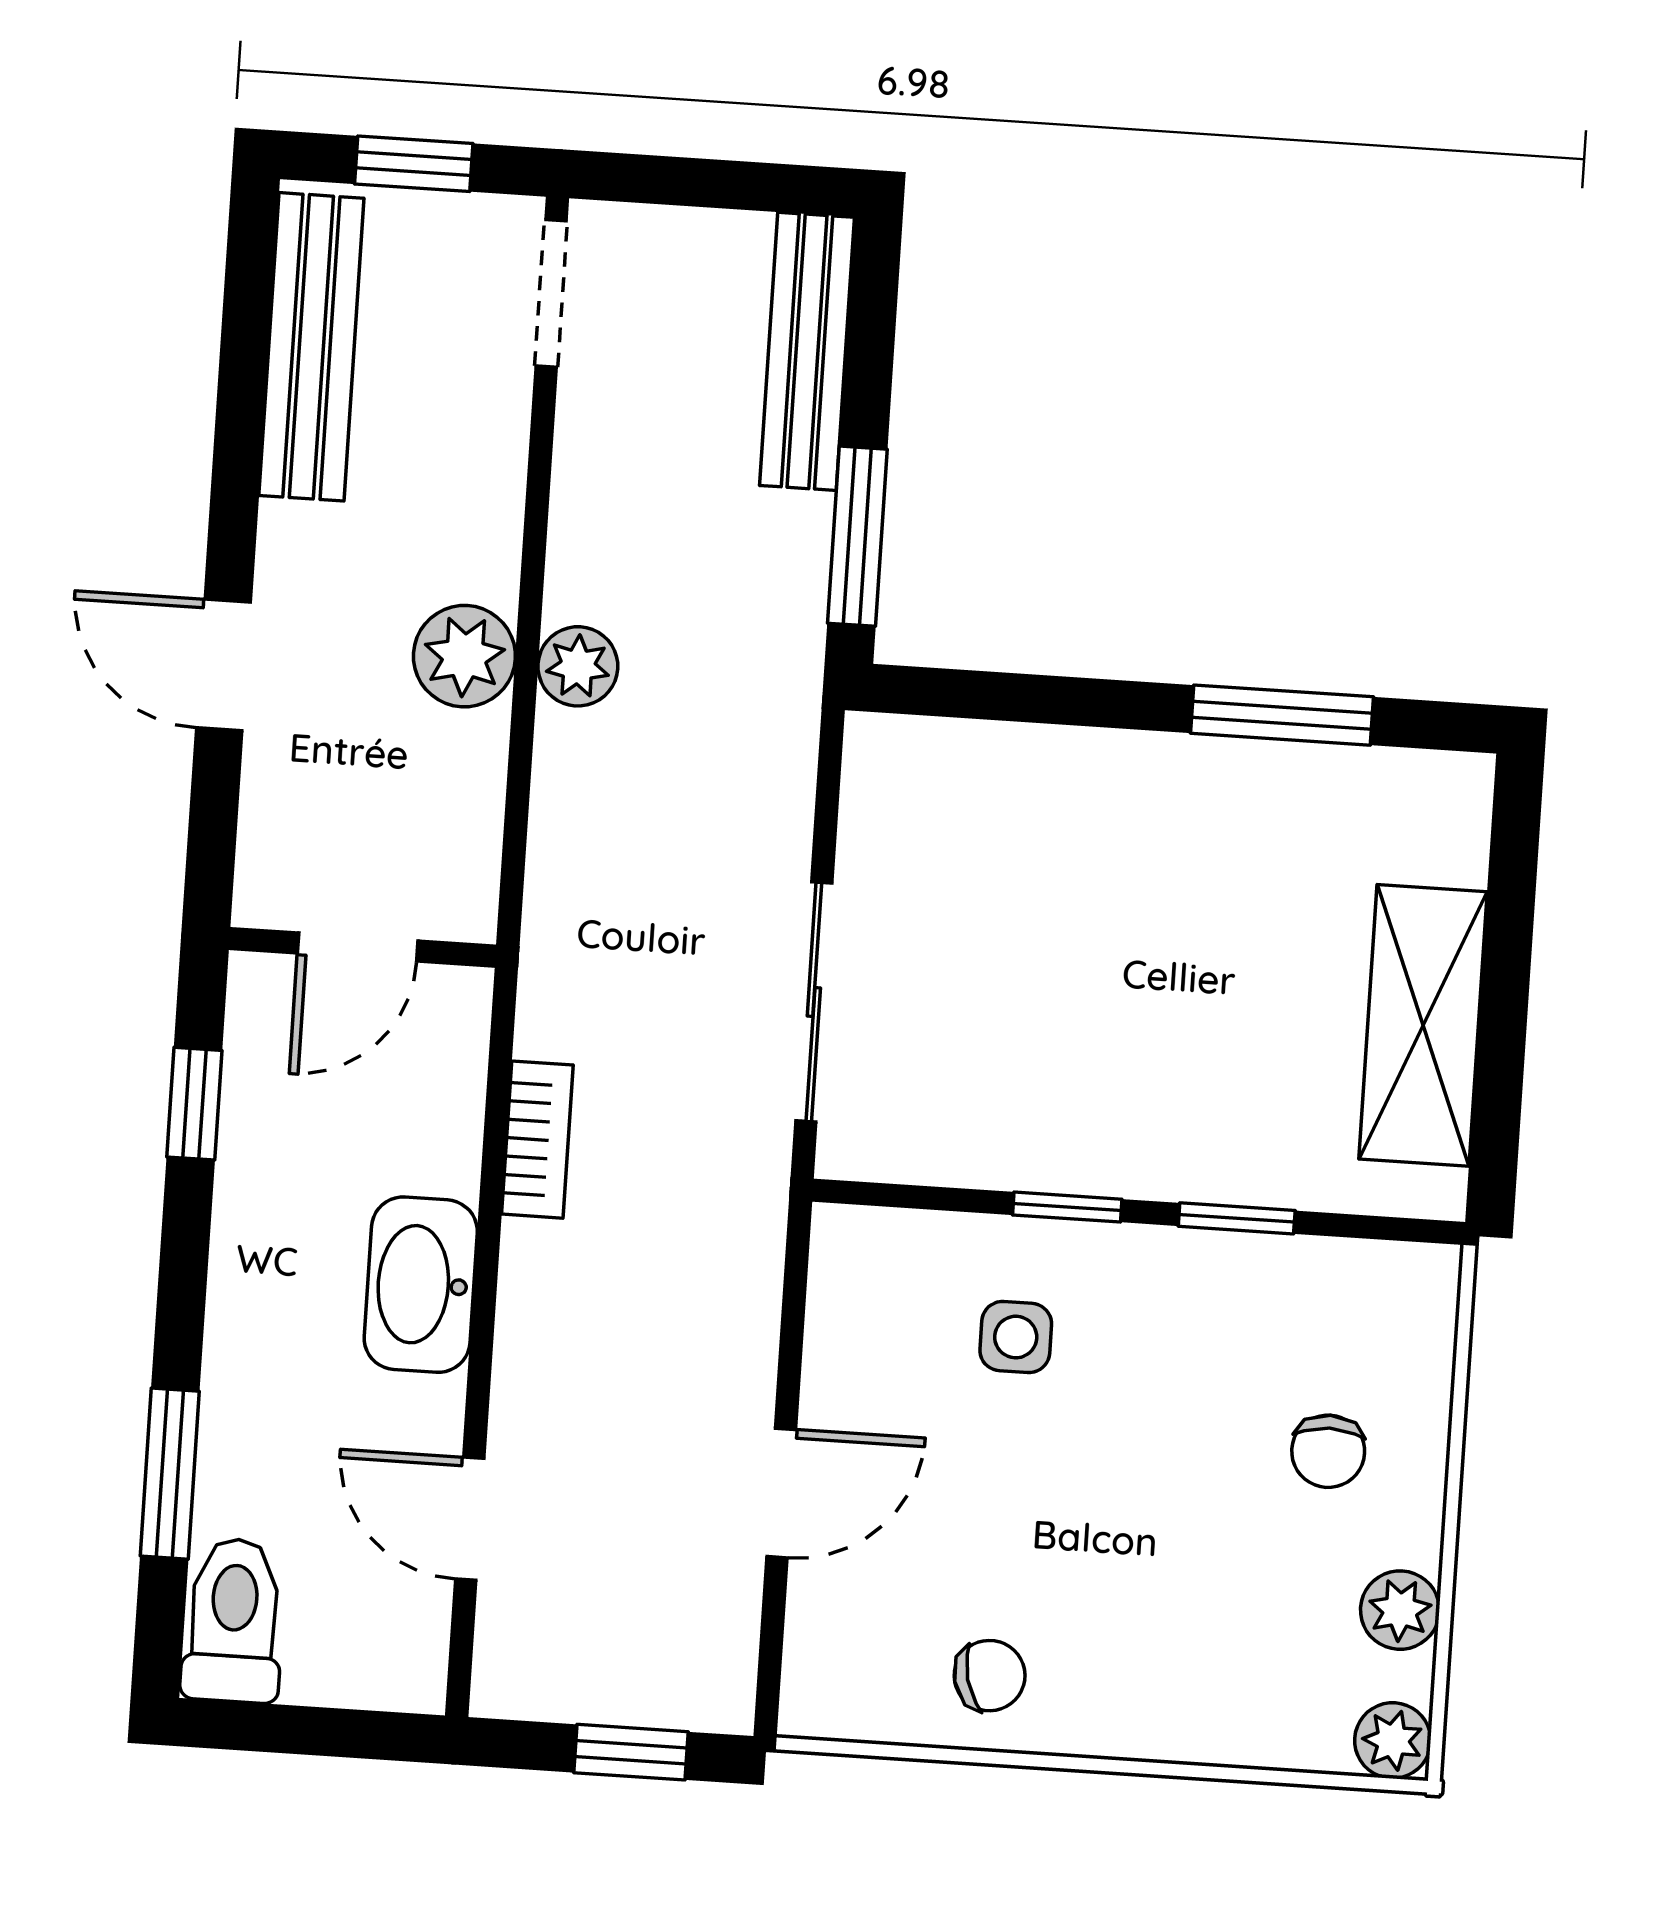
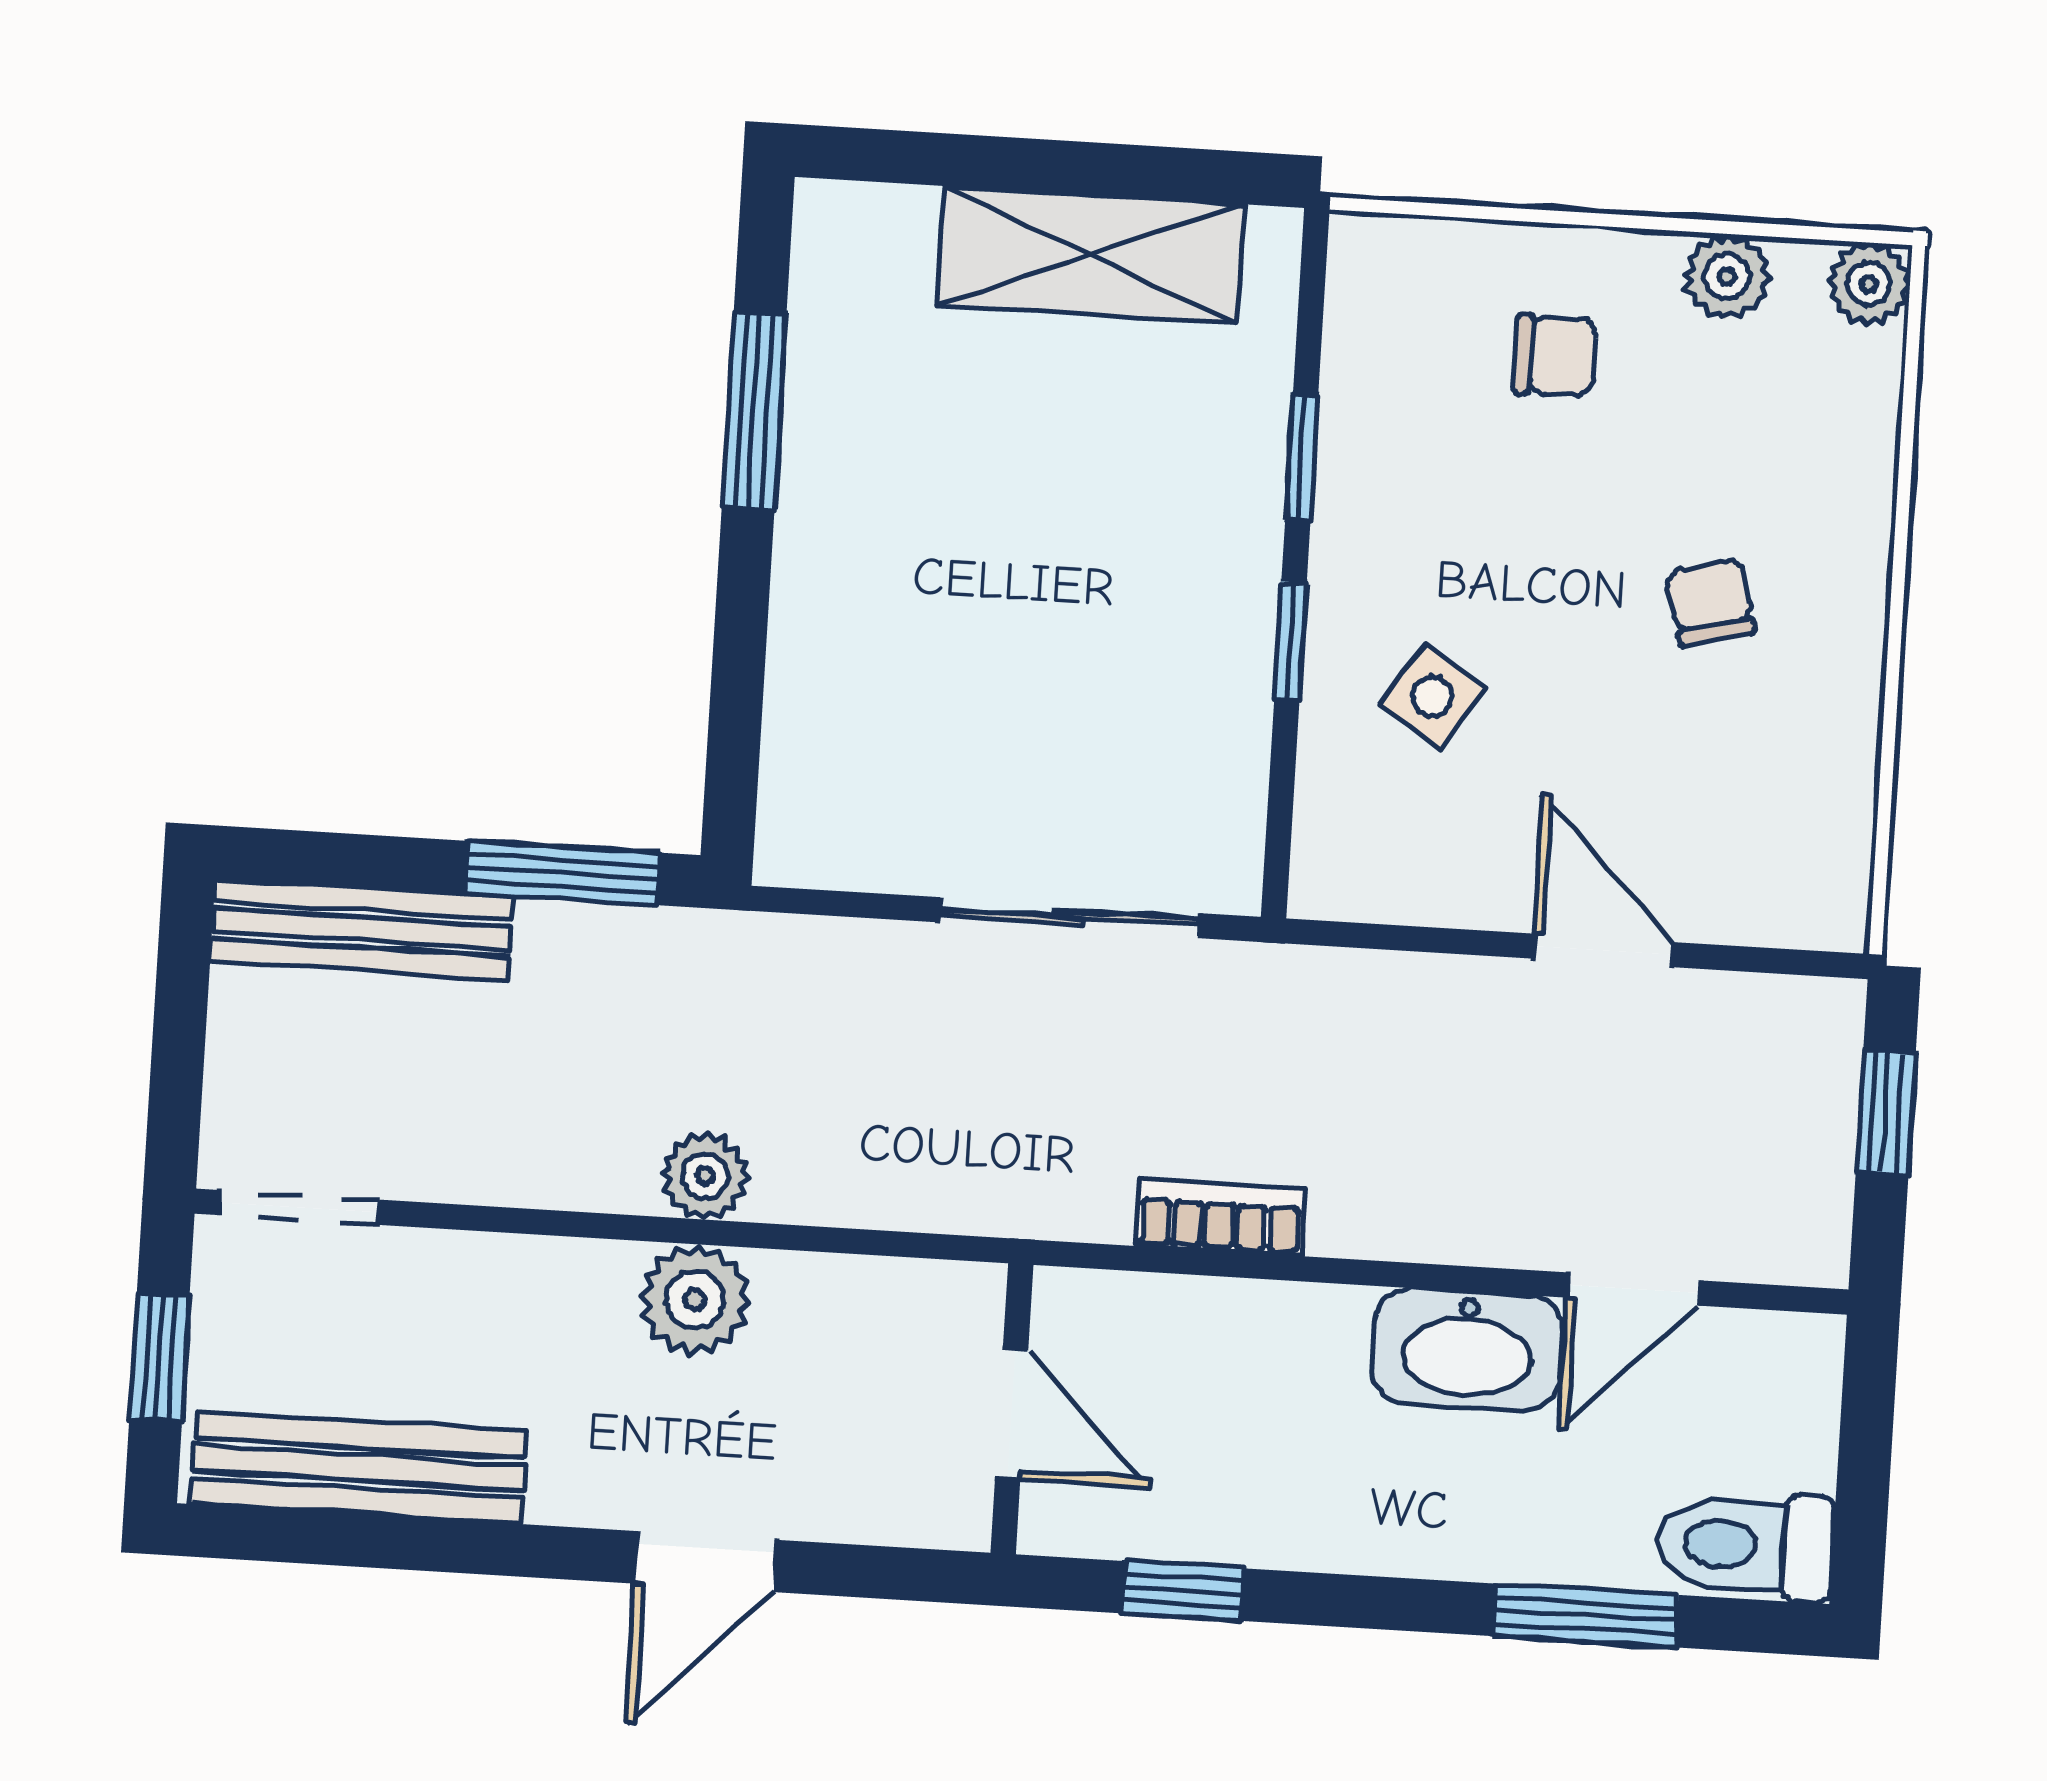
washbasin: (421, 1285) -> (1467, 1349), moved
side table: (1016, 1337) -> (1432, 696), turned 34
chair: (990, 1676) -> (1710, 602), moved

